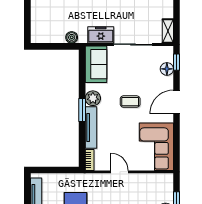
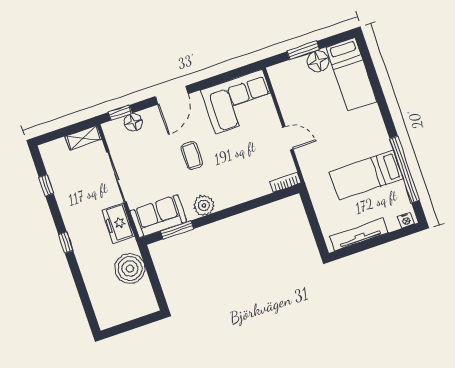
boiler: (72, 37) -> (130, 269), width x1.86, depth x1.86
door: (177, 102) -> (172, 95), hinge flipped
window: (82, 110) -> (177, 230), moved
tv unit: (91, 128) -> (243, 195), removed
door: (120, 172) -> (288, 138), swing flipped

